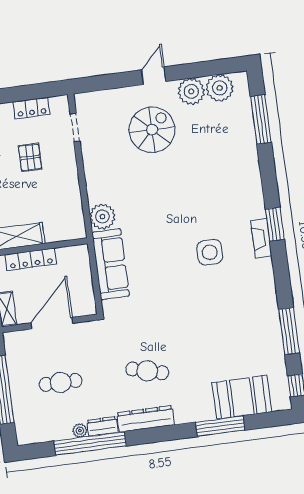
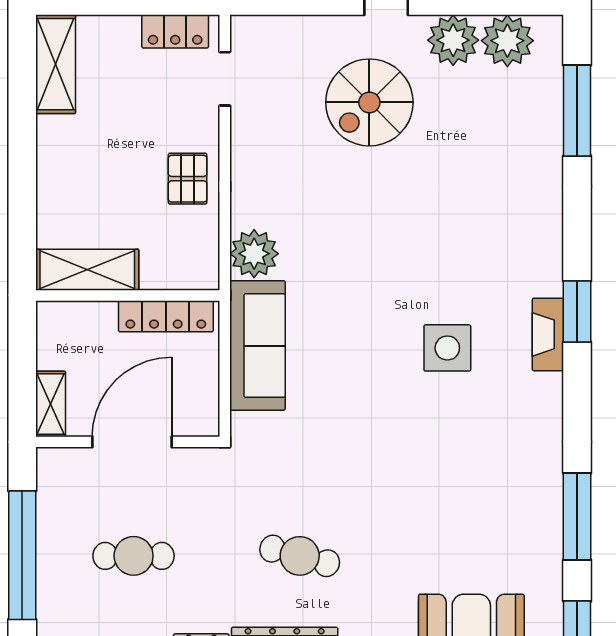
locker: (31, 108) -> (175, 31), moved
spiral stairs: (152, 130) -> (369, 102), turned 180
pallet: (30, 157) -> (188, 179), moved
locker: (31, 259) -> (166, 316), moved

